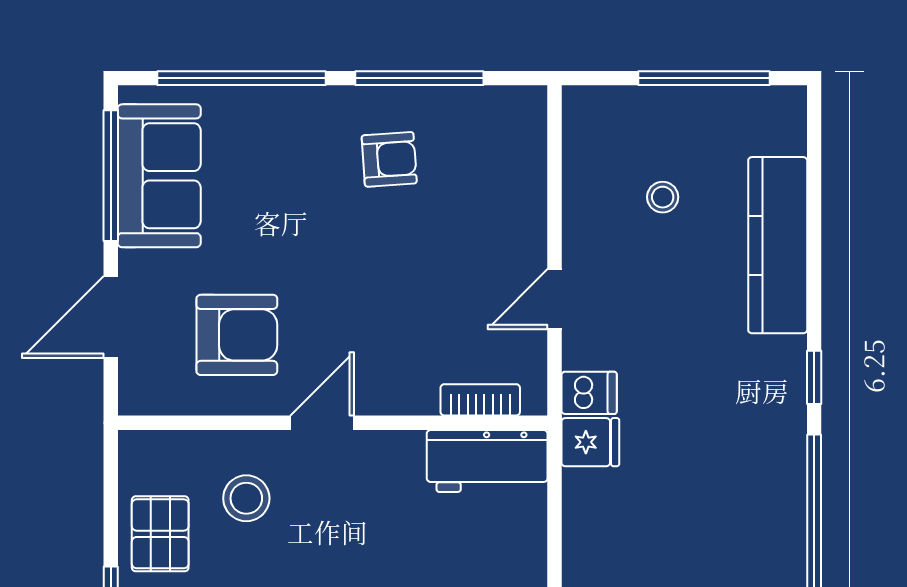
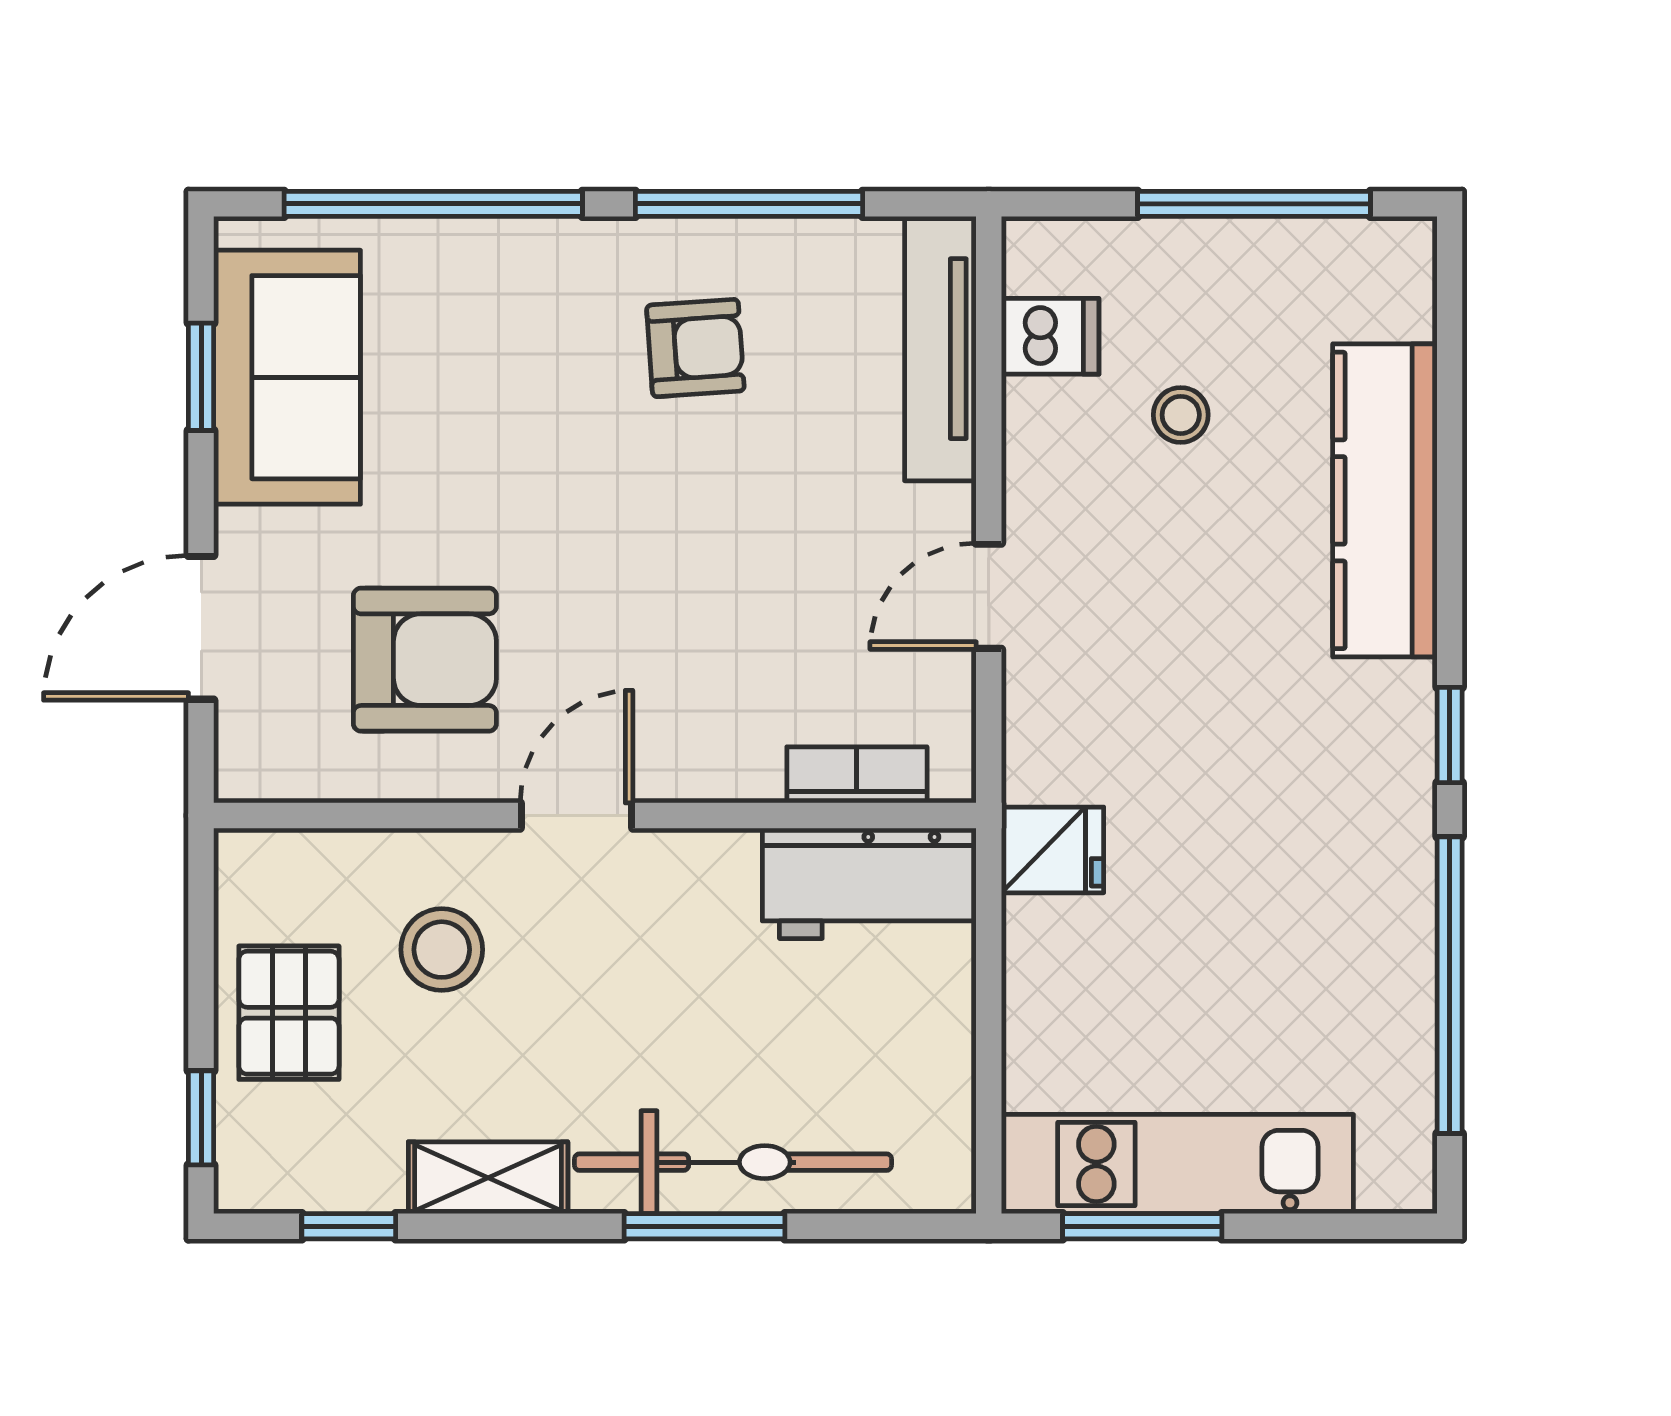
tv unit: (527, 160) -> (940, 349), added
window: (111, 176) -> (201, 377), width x0.46
dishwasher: (589, 393) -> (1050, 336), moved

